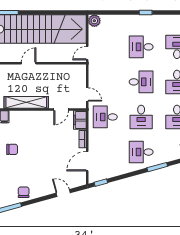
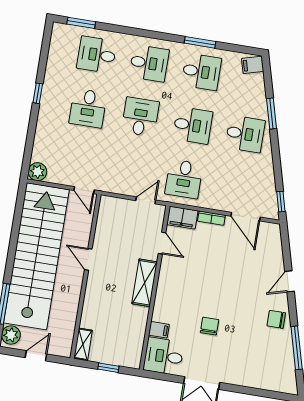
door: (29, 63) -> (88, 259), moved
shelving: (26, 102) -> (145, 283), width x0.68
desk: (141, 152) -> (245, 134), turned -90
door: (63, 193) -> (289, 281), moved

